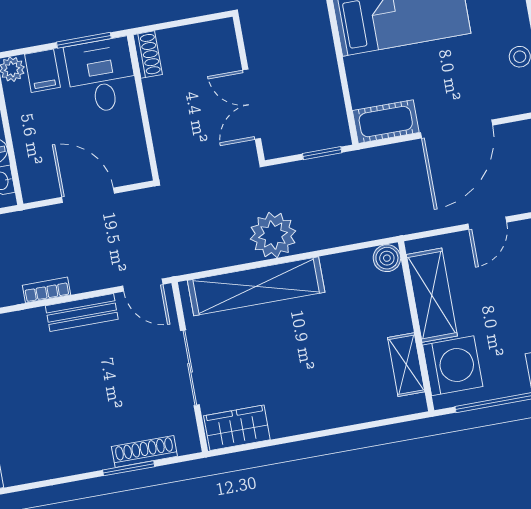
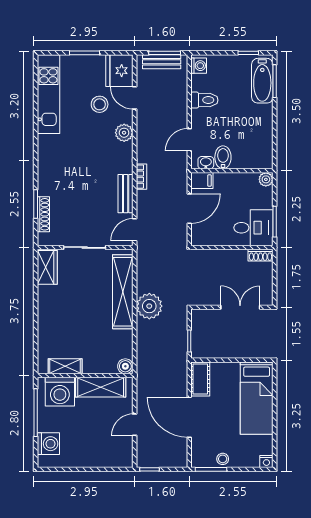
filing cabinet: (42, 71) -> (202, 180), moved, turned 180
double door: (252, 104) -> (240, 307), moved
door: (487, 223) -> (135, 425), hinge flipped

